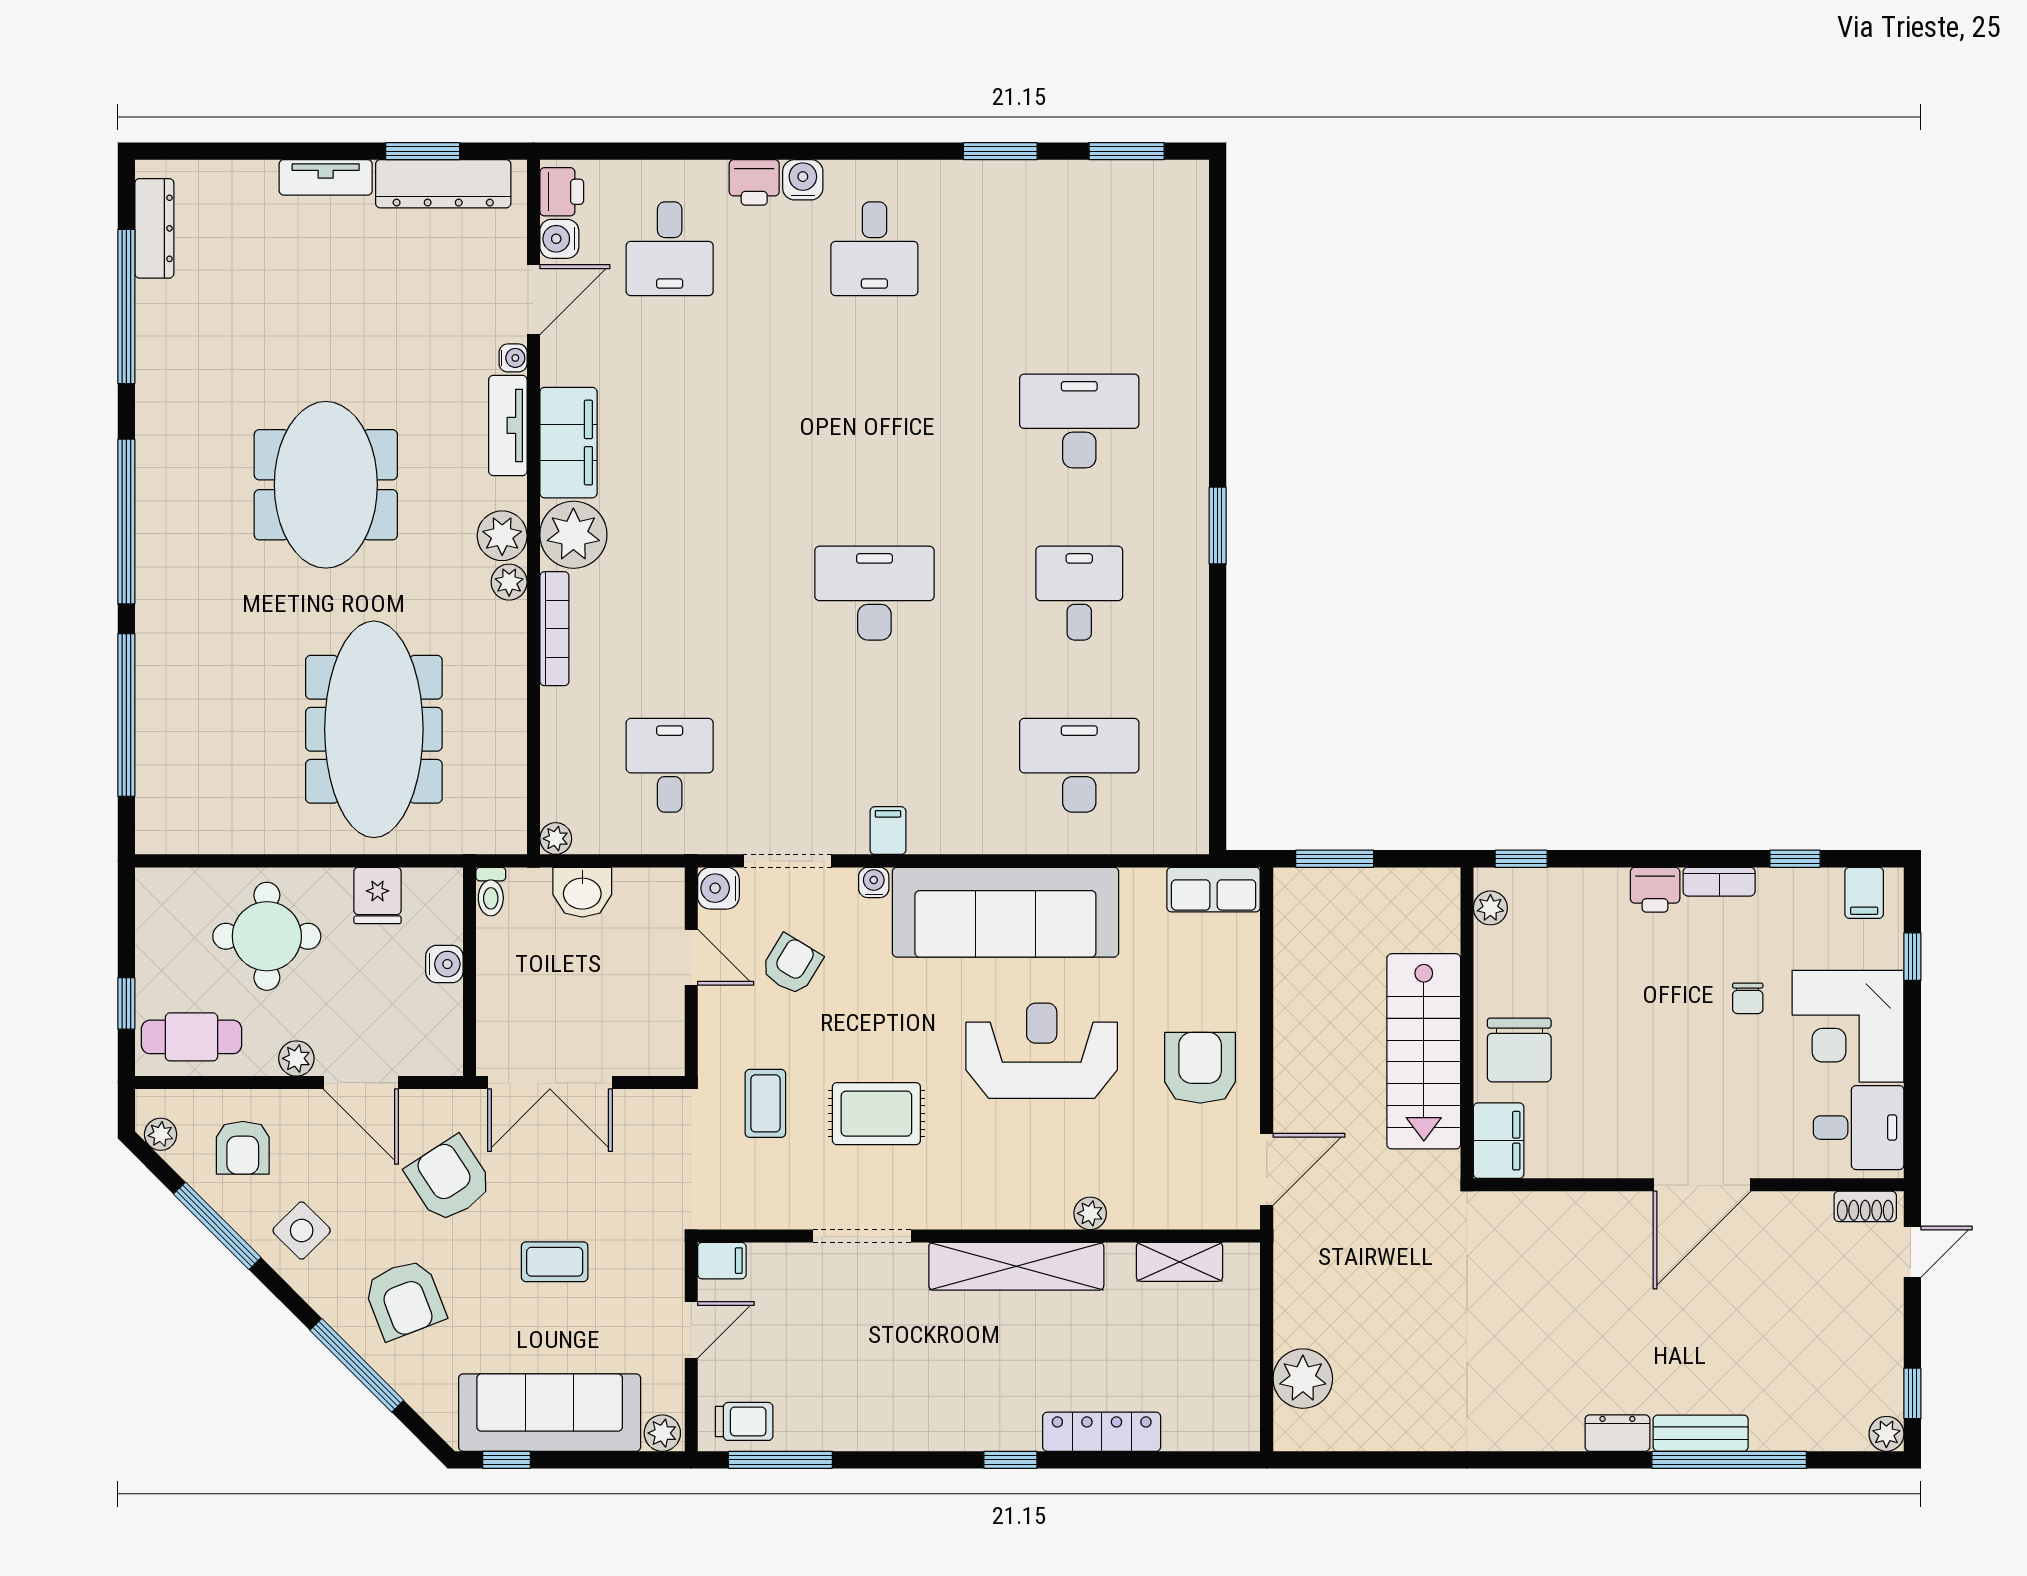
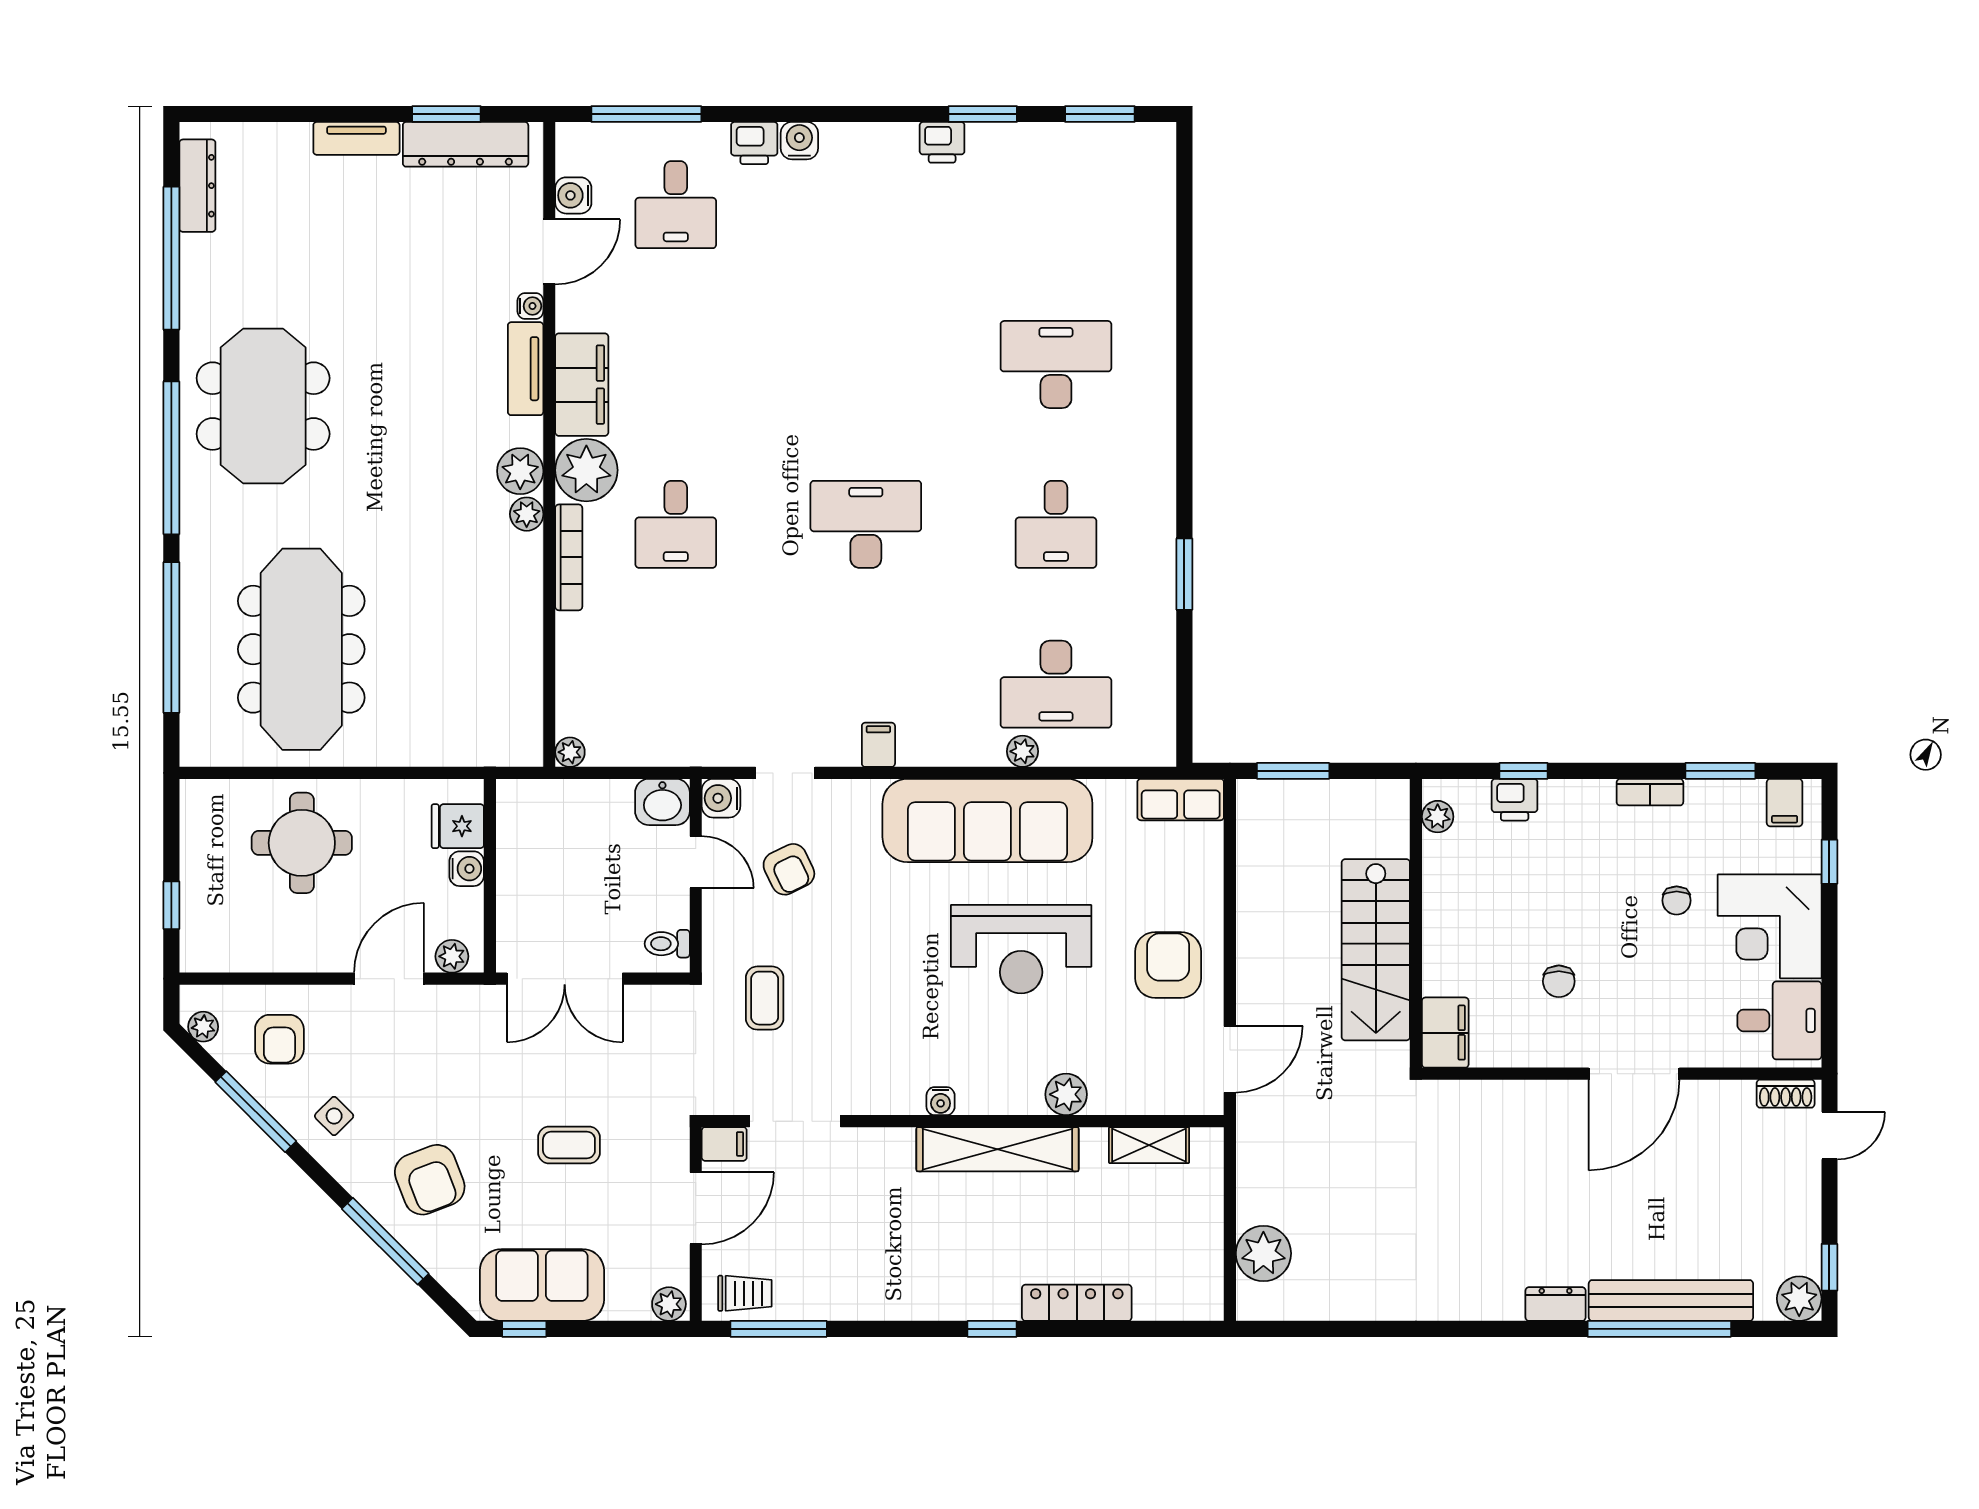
window: (638, 151) -> (646, 114), added
printer: (562, 192) -> (942, 142), moved, turned 90
desk: (874, 249) -> (866, 205), removed
meeting table: (326, 485) -> (263, 406), moved
window: (1218, 526) -> (1184, 574), moved
desk: (1079, 593) -> (1056, 524), turned 180
meeting table: (374, 729) -> (301, 649), moved
desk: (670, 765) -> (676, 524), moved, turned 180
desk: (1079, 765) -> (1056, 684), turned 180
plant: (1043, 838) -> (1022, 751), added
window: (1521, 859) -> (1524, 771), moved
window: (1795, 859) -> (1720, 771), width x1.50
doorway: (788, 861) -> (785, 773), width x0.73
water cooler: (874, 882) -> (941, 1101), moved, turned 180
printer: (1655, 890) -> (1515, 800), moved
toilet: (491, 892) -> (667, 944), moved, turned 90
washbasin: (582, 892) -> (662, 802), moved
fridge: (378, 896) -> (458, 826), moved, turned 90
armchair: (792, 965) -> (789, 869), turned 123
cafe table: (192, 1037) -> (232, 936), removed
chair: (1519, 1050) -> (1559, 981), moved, width x0.54, depth x0.54
reception desk: (1042, 1051) -> (1021, 949), turned 180
plant: (296, 1058) -> (452, 956), moved
door: (361, 1083) -> (389, 979), swing flipped
rug: (876, 1114) -> (868, 1008), removed
armchair: (449, 1180) -> (471, 1069), removed
plant: (1090, 1213) -> (1066, 1094), width x1.38, depth x1.38
side table: (302, 1230) -> (334, 1116), width x0.73, depth x0.73
doorway: (862, 1236) -> (795, 1121), moved
door: (691, 1330) -> (696, 1208), width x1.38
sofa: (550, 1413) -> (542, 1285), width x0.73
bench: (1701, 1433) -> (1671, 1301), width x1.86, depth x1.21
plant: (1886, 1434) -> (1799, 1299), width x1.38, depth x1.38

